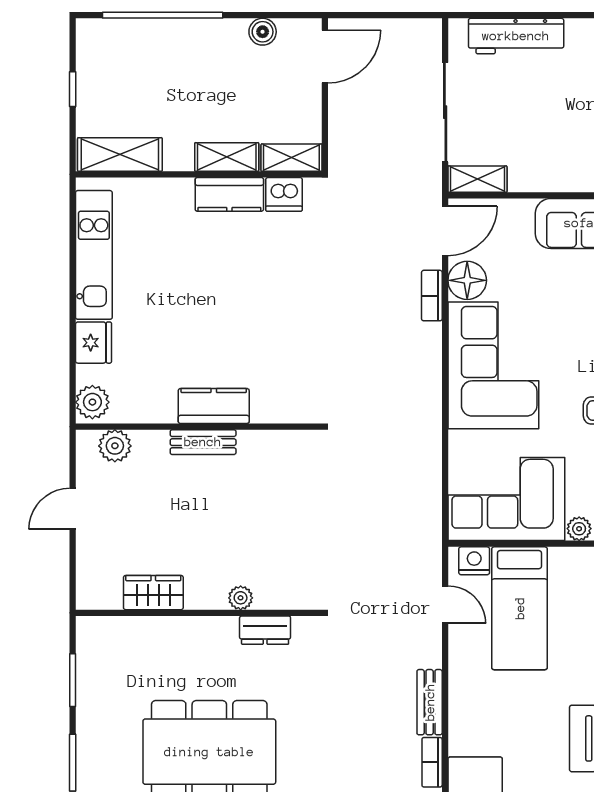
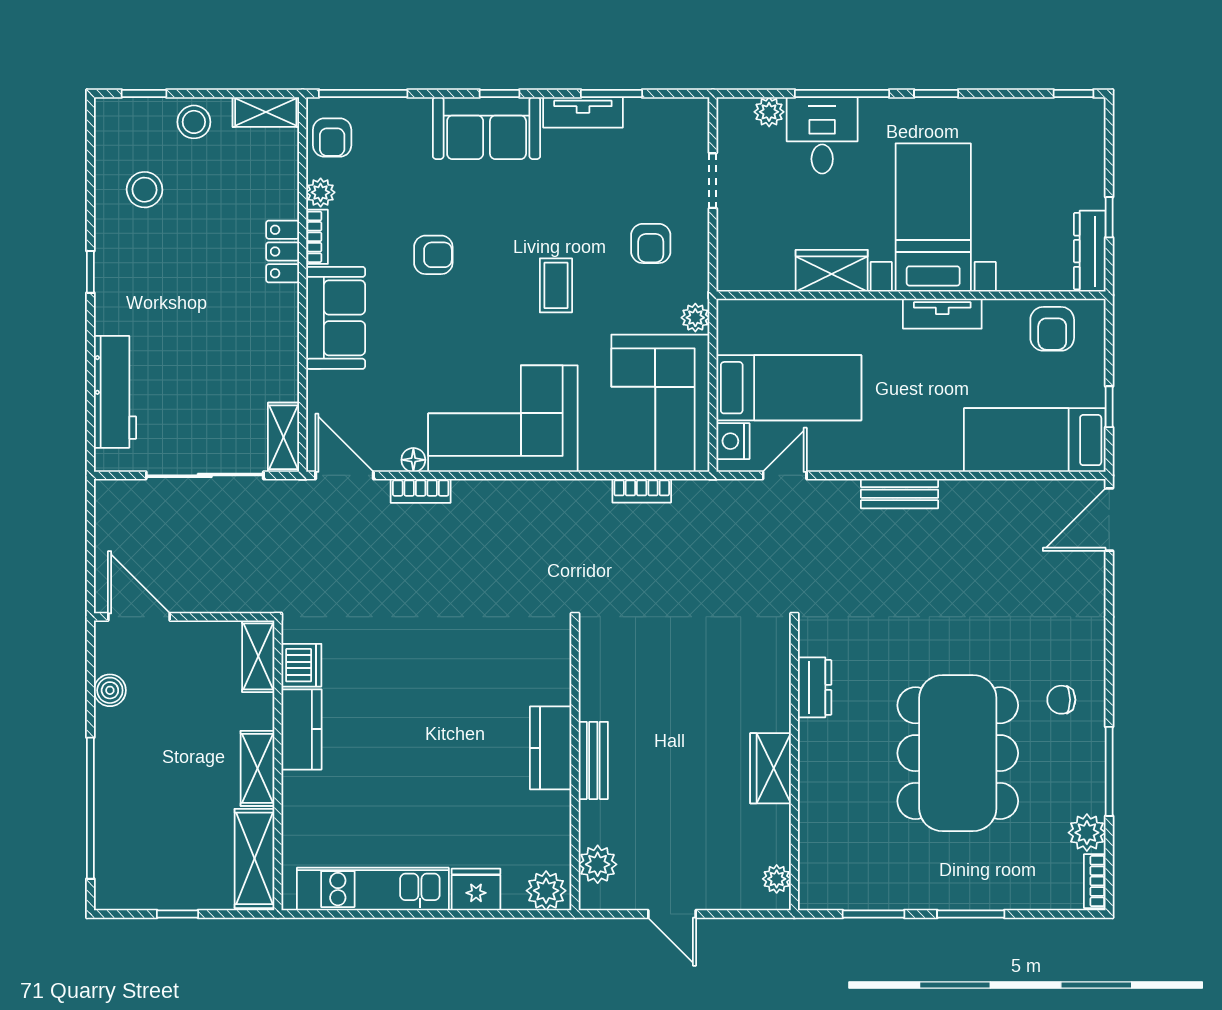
shelving: (227, 157) -> (257, 768), moved
floor lamp: (467, 280) -> (413, 460), width x0.53, depth x0.53
wardrobe: (153, 593) -> (770, 768), moved
plant: (241, 598) -> (777, 879), moved
bookcase: (432, 762) -> (642, 491), moved

